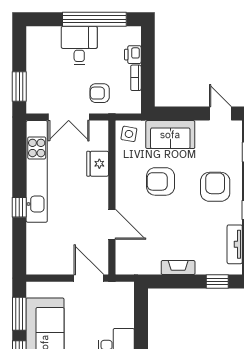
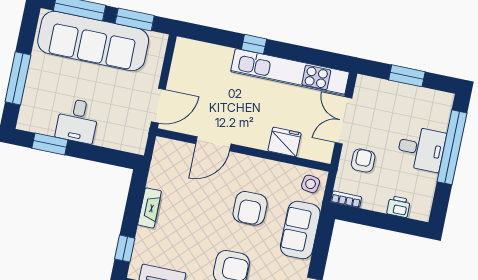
window: (94, 19) -> (452, 147), moved
bookcase: (136, 78) -> (346, 199), moved
window: (19, 87) -> (407, 76), moved
armchair: (161, 181) -> (250, 208), turned 180

